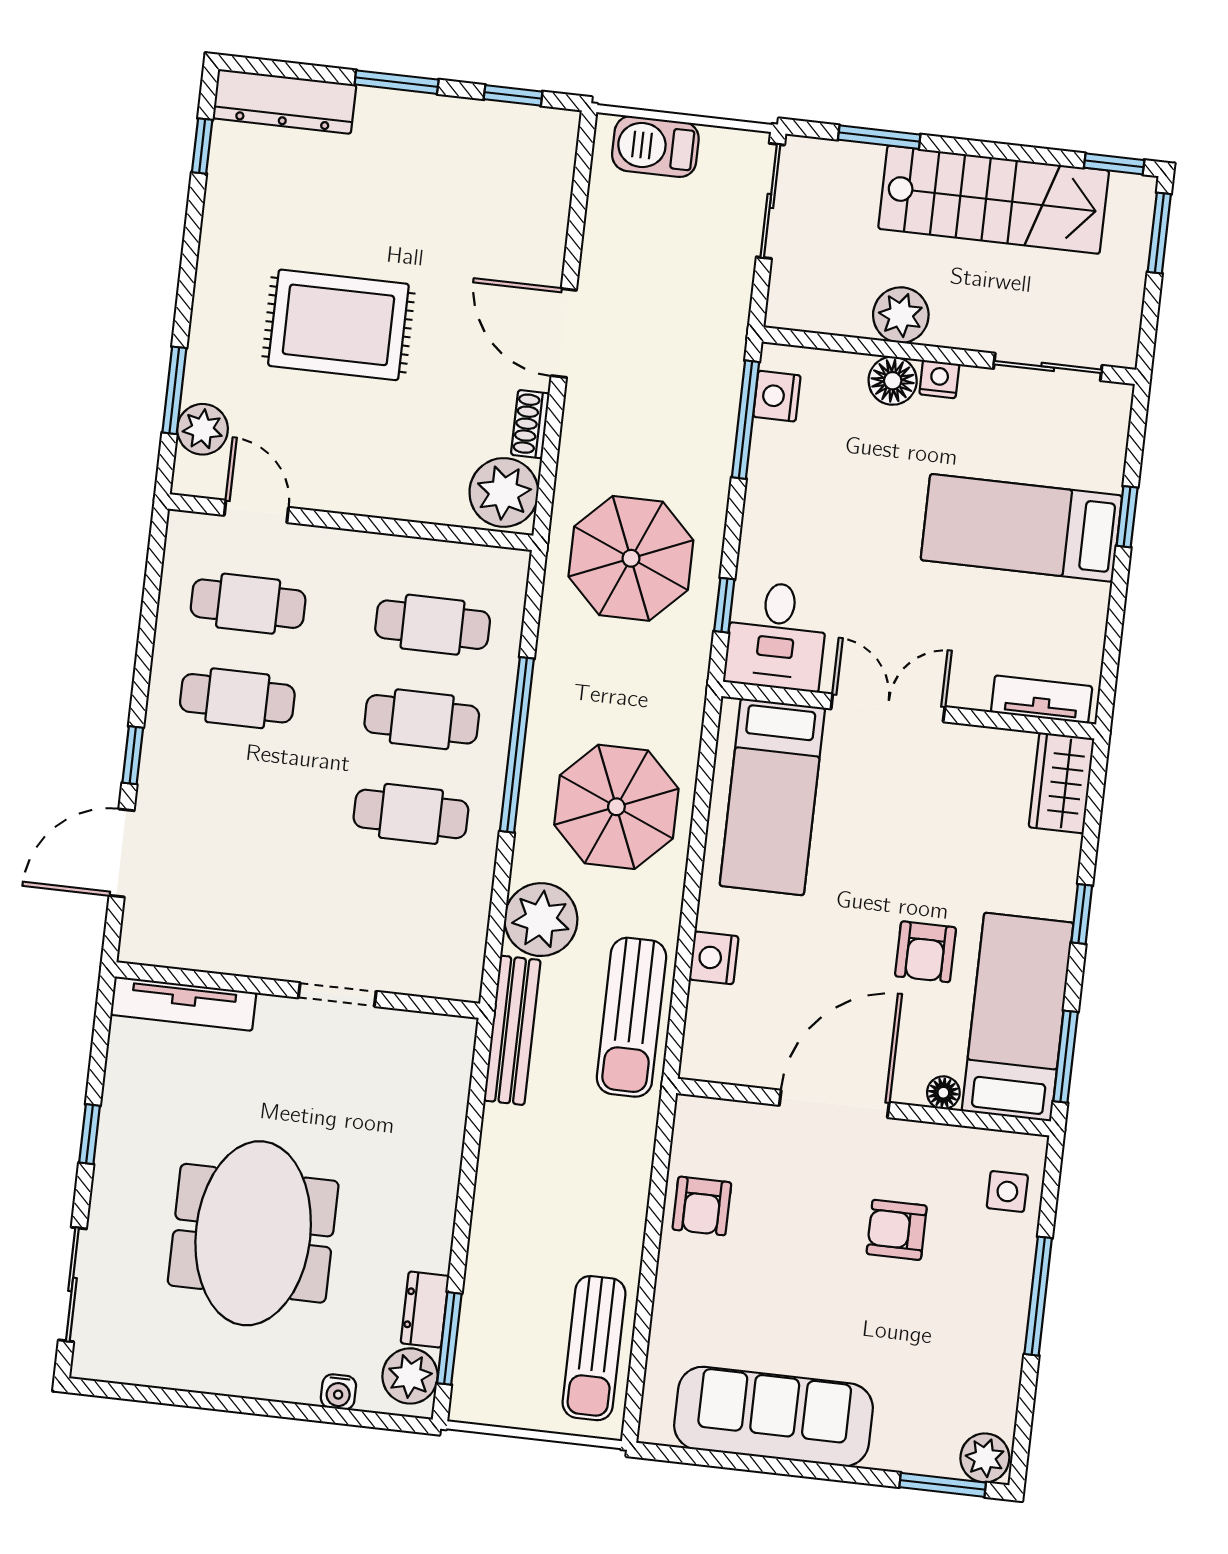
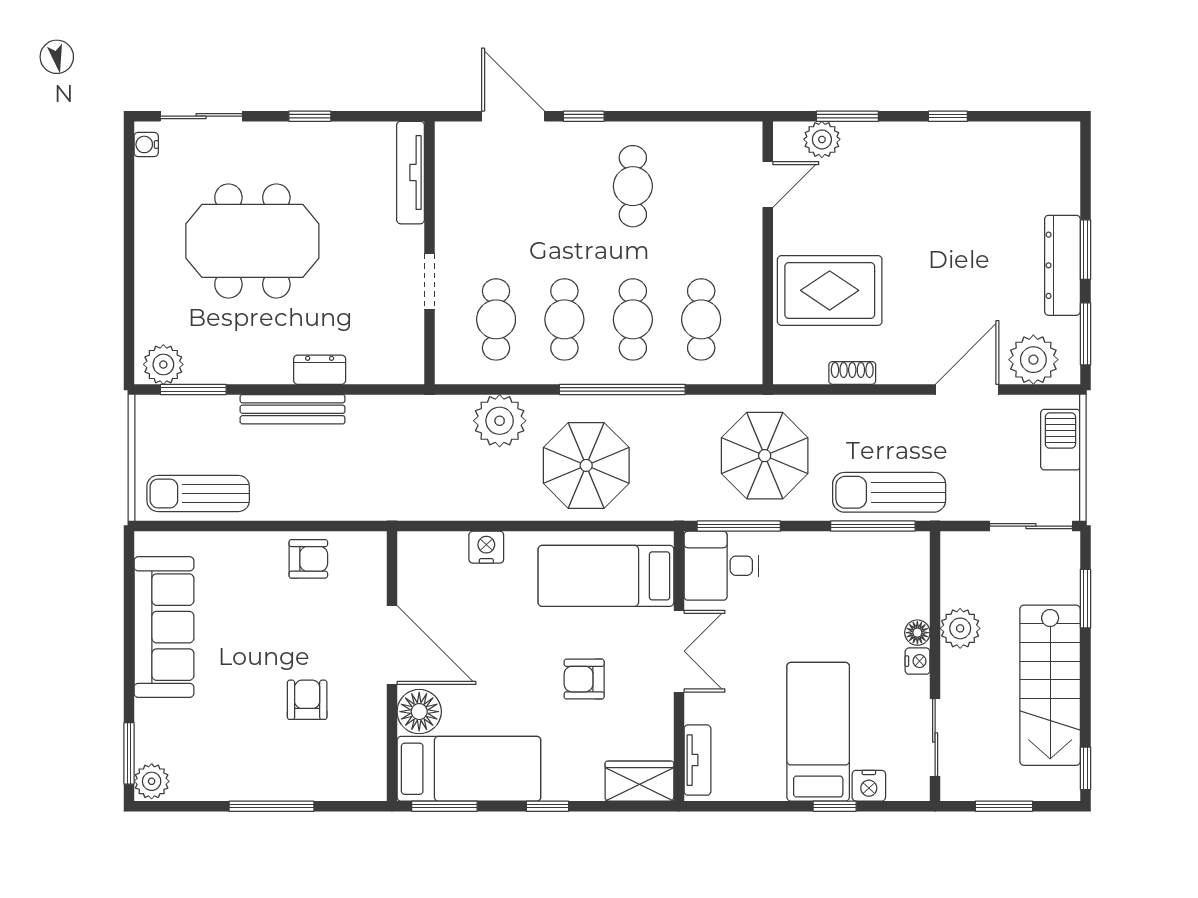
window: (513, 95) -> (1085, 334), width x1.50
dresser: (284, 101) -> (1062, 265), moved
window: (202, 146) -> (948, 116), moved
window: (1159, 233) -> (1004, 806), moved
rug: (338, 325) -> (830, 290), moved, turned 90
door: (564, 333) -> (967, 389), moved
floor lamp: (893, 381) -> (917, 633), width x0.73, depth x0.73
nightstand: (777, 396) -> (869, 786), moved, turned 180
plant: (504, 492) -> (1033, 360), moved
cafe table: (248, 604) -> (496, 319), moved
window: (724, 605) -> (739, 526), width x2.17
armchair: (925, 952) -> (584, 679), moved
sun lounger: (631, 1017) -> (889, 492), moved
bench: (512, 1030) -> (293, 409), moved
floor lamp: (943, 1093) -> (419, 712), width x1.89, depth x1.89
side table: (1007, 1191) -> (344, 776), removed
armchair: (702, 1206) -> (308, 559), turned 180
dresser: (425, 1310) -> (320, 370), moved
water cooler: (338, 1392) -> (146, 144), moved

